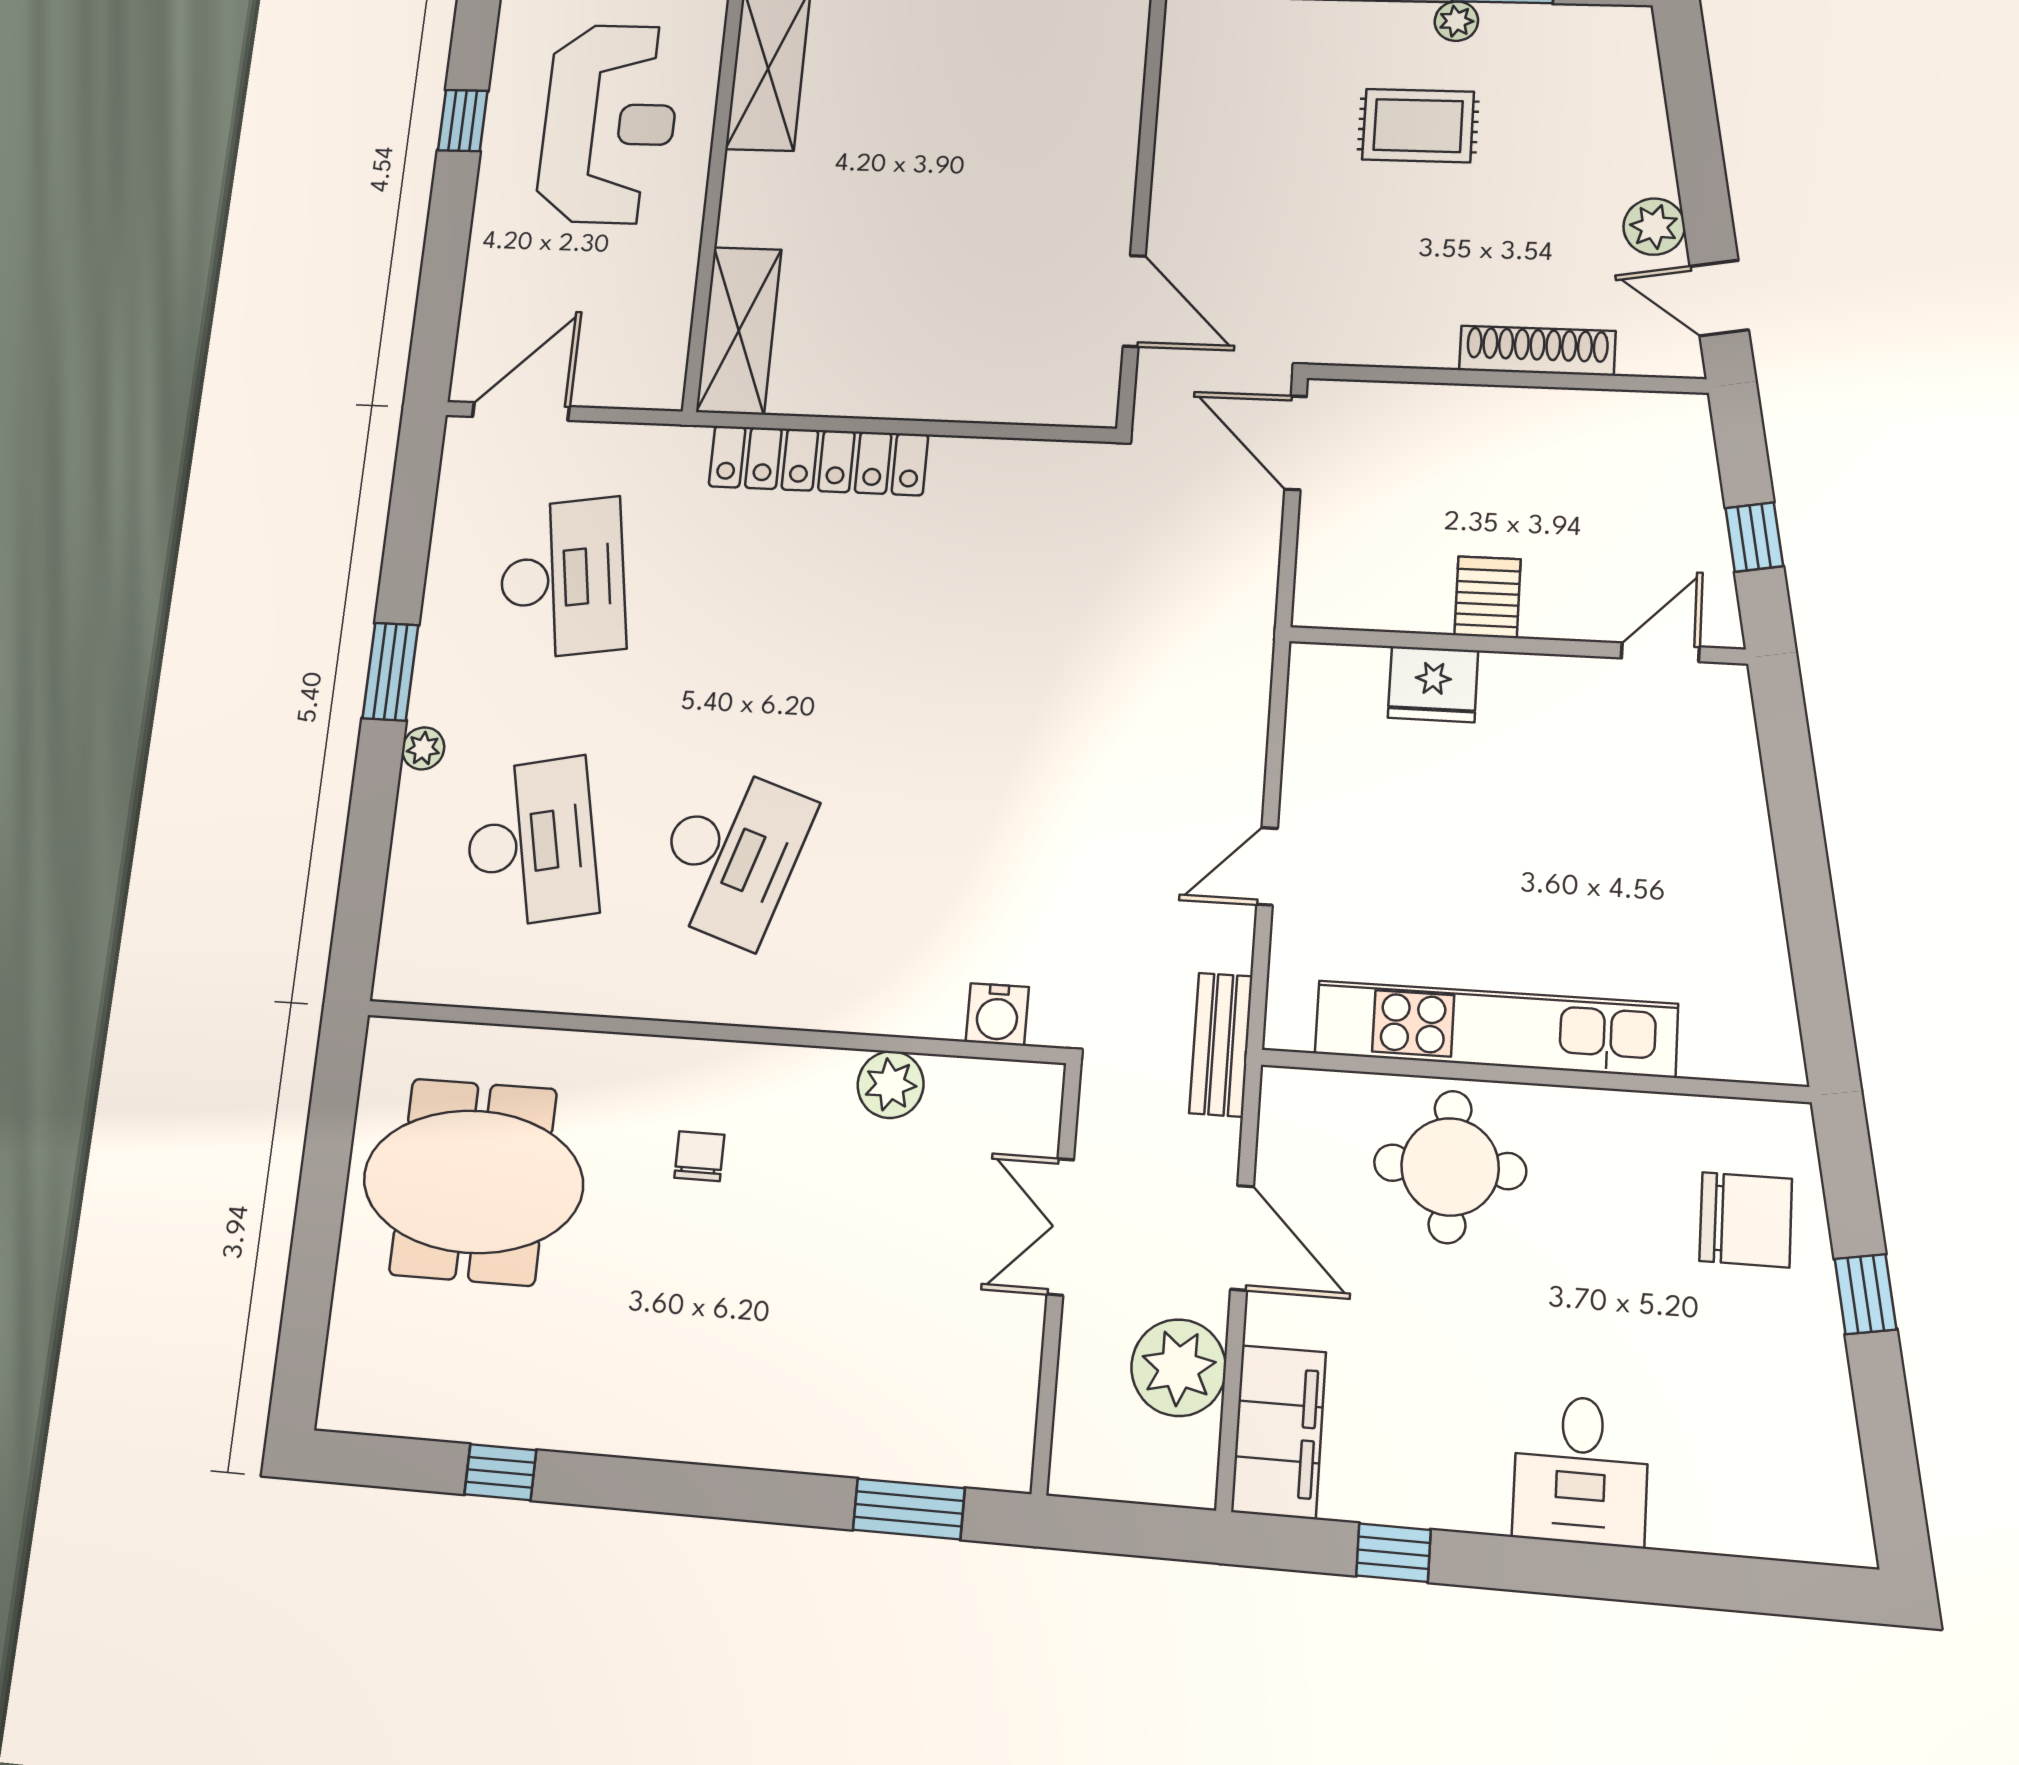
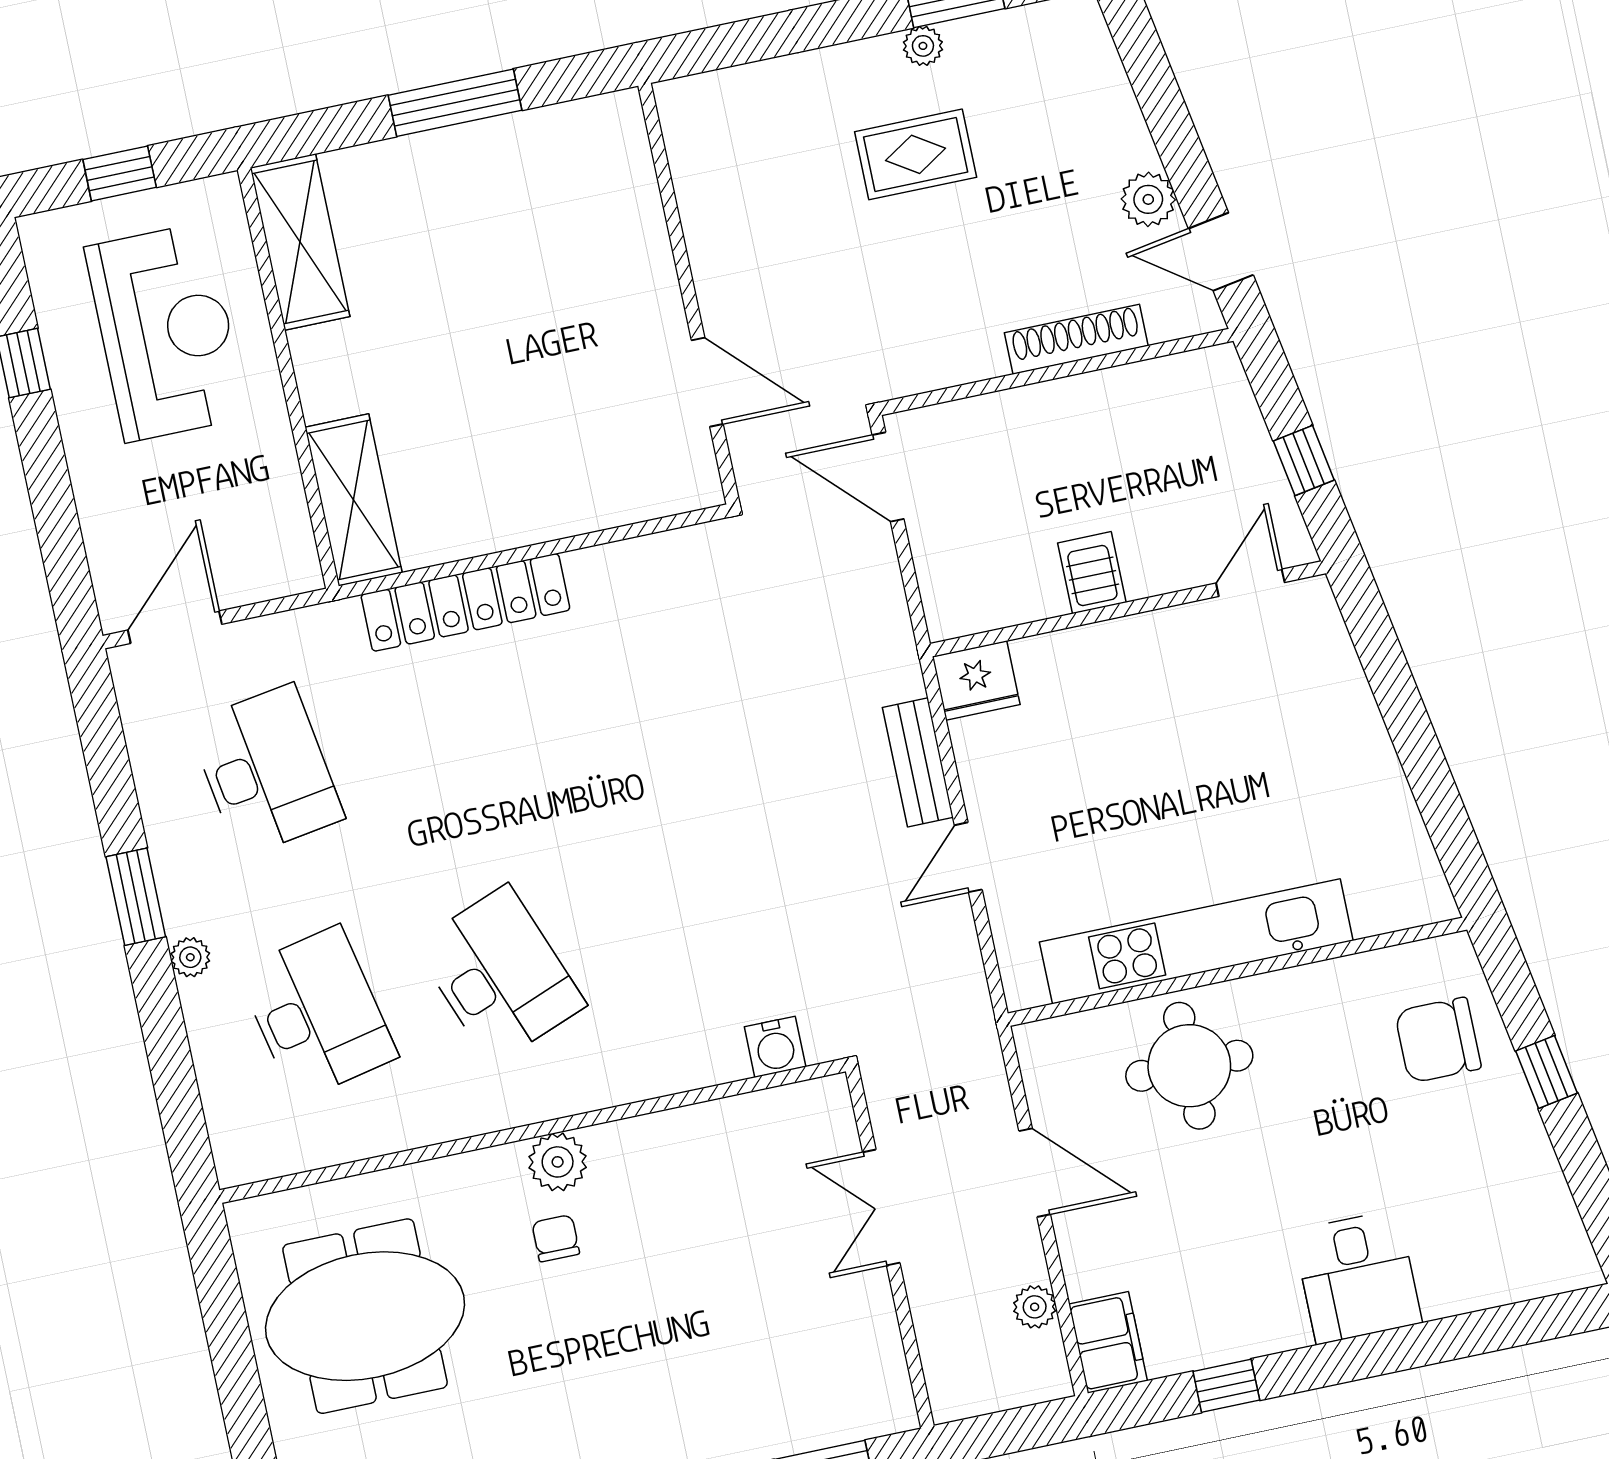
fridge: (1433, 684) -> (976, 680), moved
desk: (731, 855) -> (500, 975), turned -39
bench: (1221, 1045) -> (918, 762), moved
plant: (891, 1085) -> (558, 1162), moved
chair: (1746, 1220) -> (1438, 1040), turned 180
plant: (1179, 1368) -> (1035, 1307), width x0.53, depth x0.53
filing cabinet: (1279, 1432) -> (1108, 1342), width x0.67, depth x0.86

